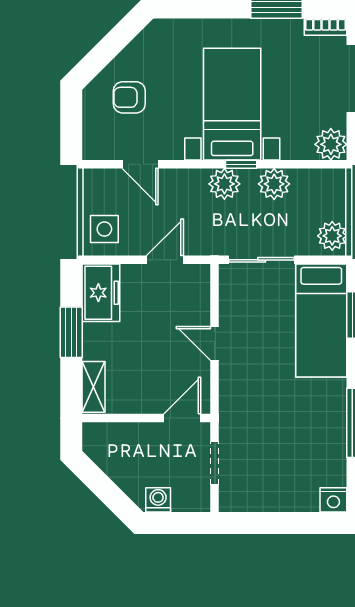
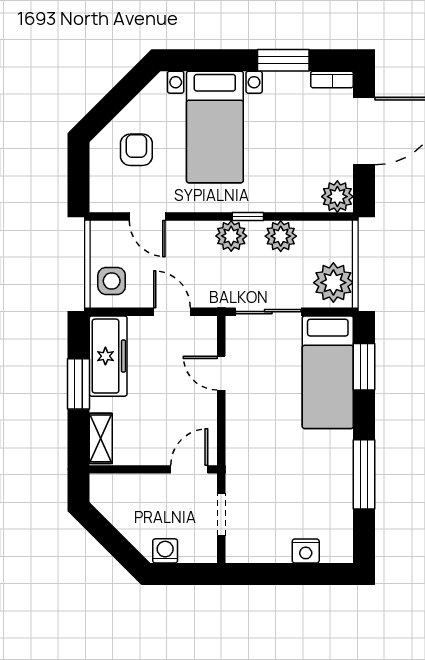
armchair: (129, 97) -> (136, 150), turned 90
bed with nightstands: (232, 104) -> (215, 127), moved, turned 180
plant: (332, 236) -> (333, 283), width x1.36, depth x1.36
door: (165, 260) -> (172, 312), hinge flipped
freezer: (101, 293) -> (108, 356), width x1.40
door: (214, 343) -> (221, 373), moved
nightstand: (333, 500) -> (306, 551), moved

